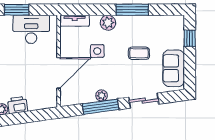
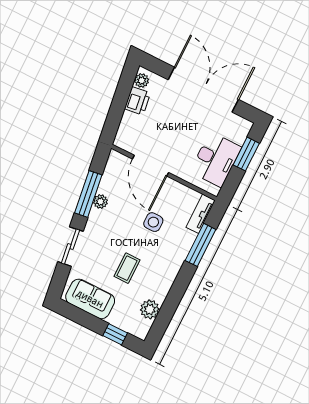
window: (132, 10) -> (201, 245), moved
plant: (108, 23) -> (150, 309), moved

